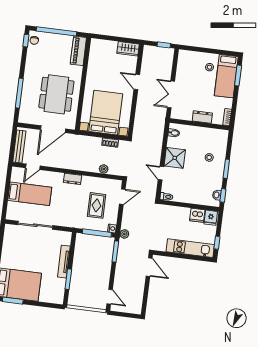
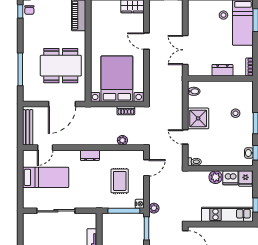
dining table: (56, 94) -> (61, 66), turned 90
plant: (184, 213) -> (216, 177), added

